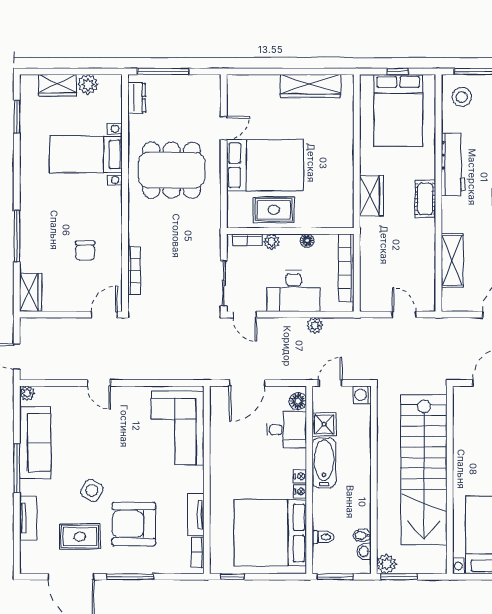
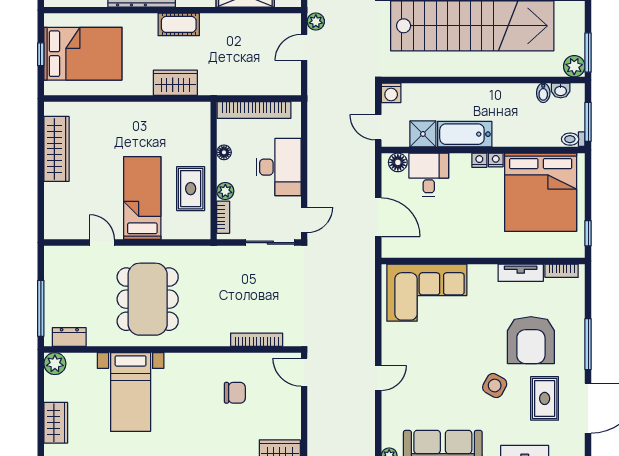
plant: (88, 84) -> (55, 364), moved
bed: (265, 165) -> (142, 198), width x0.67
plant: (315, 325) -> (316, 22), moved
toilet: (323, 537) -> (573, 139), moved, turned -90

